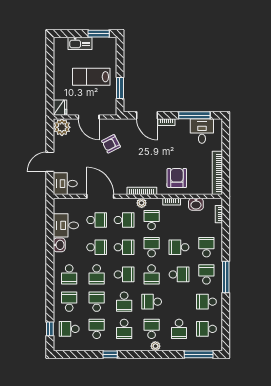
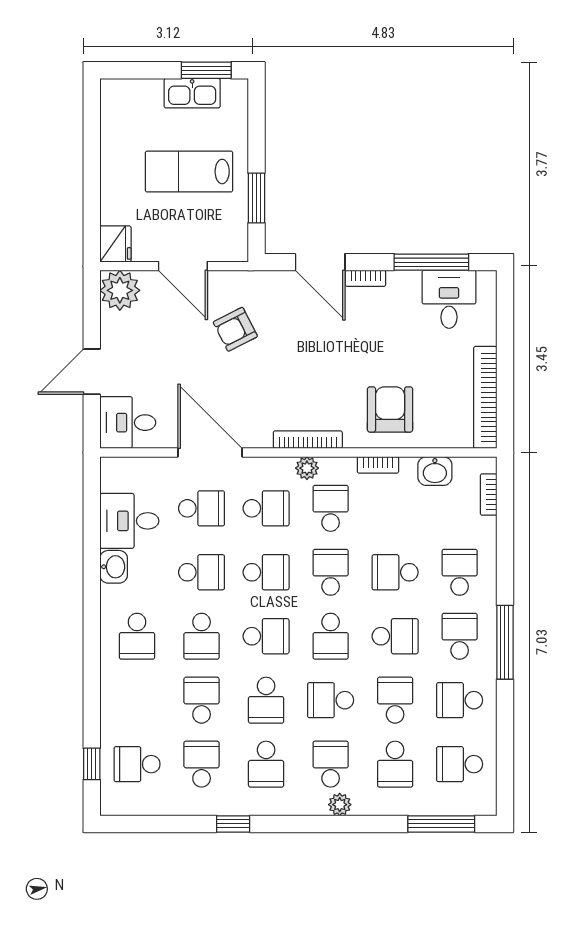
kitchen sink: (80, 43) -> (192, 93), moved
school desk: (69, 302) -> (395, 700), moved

